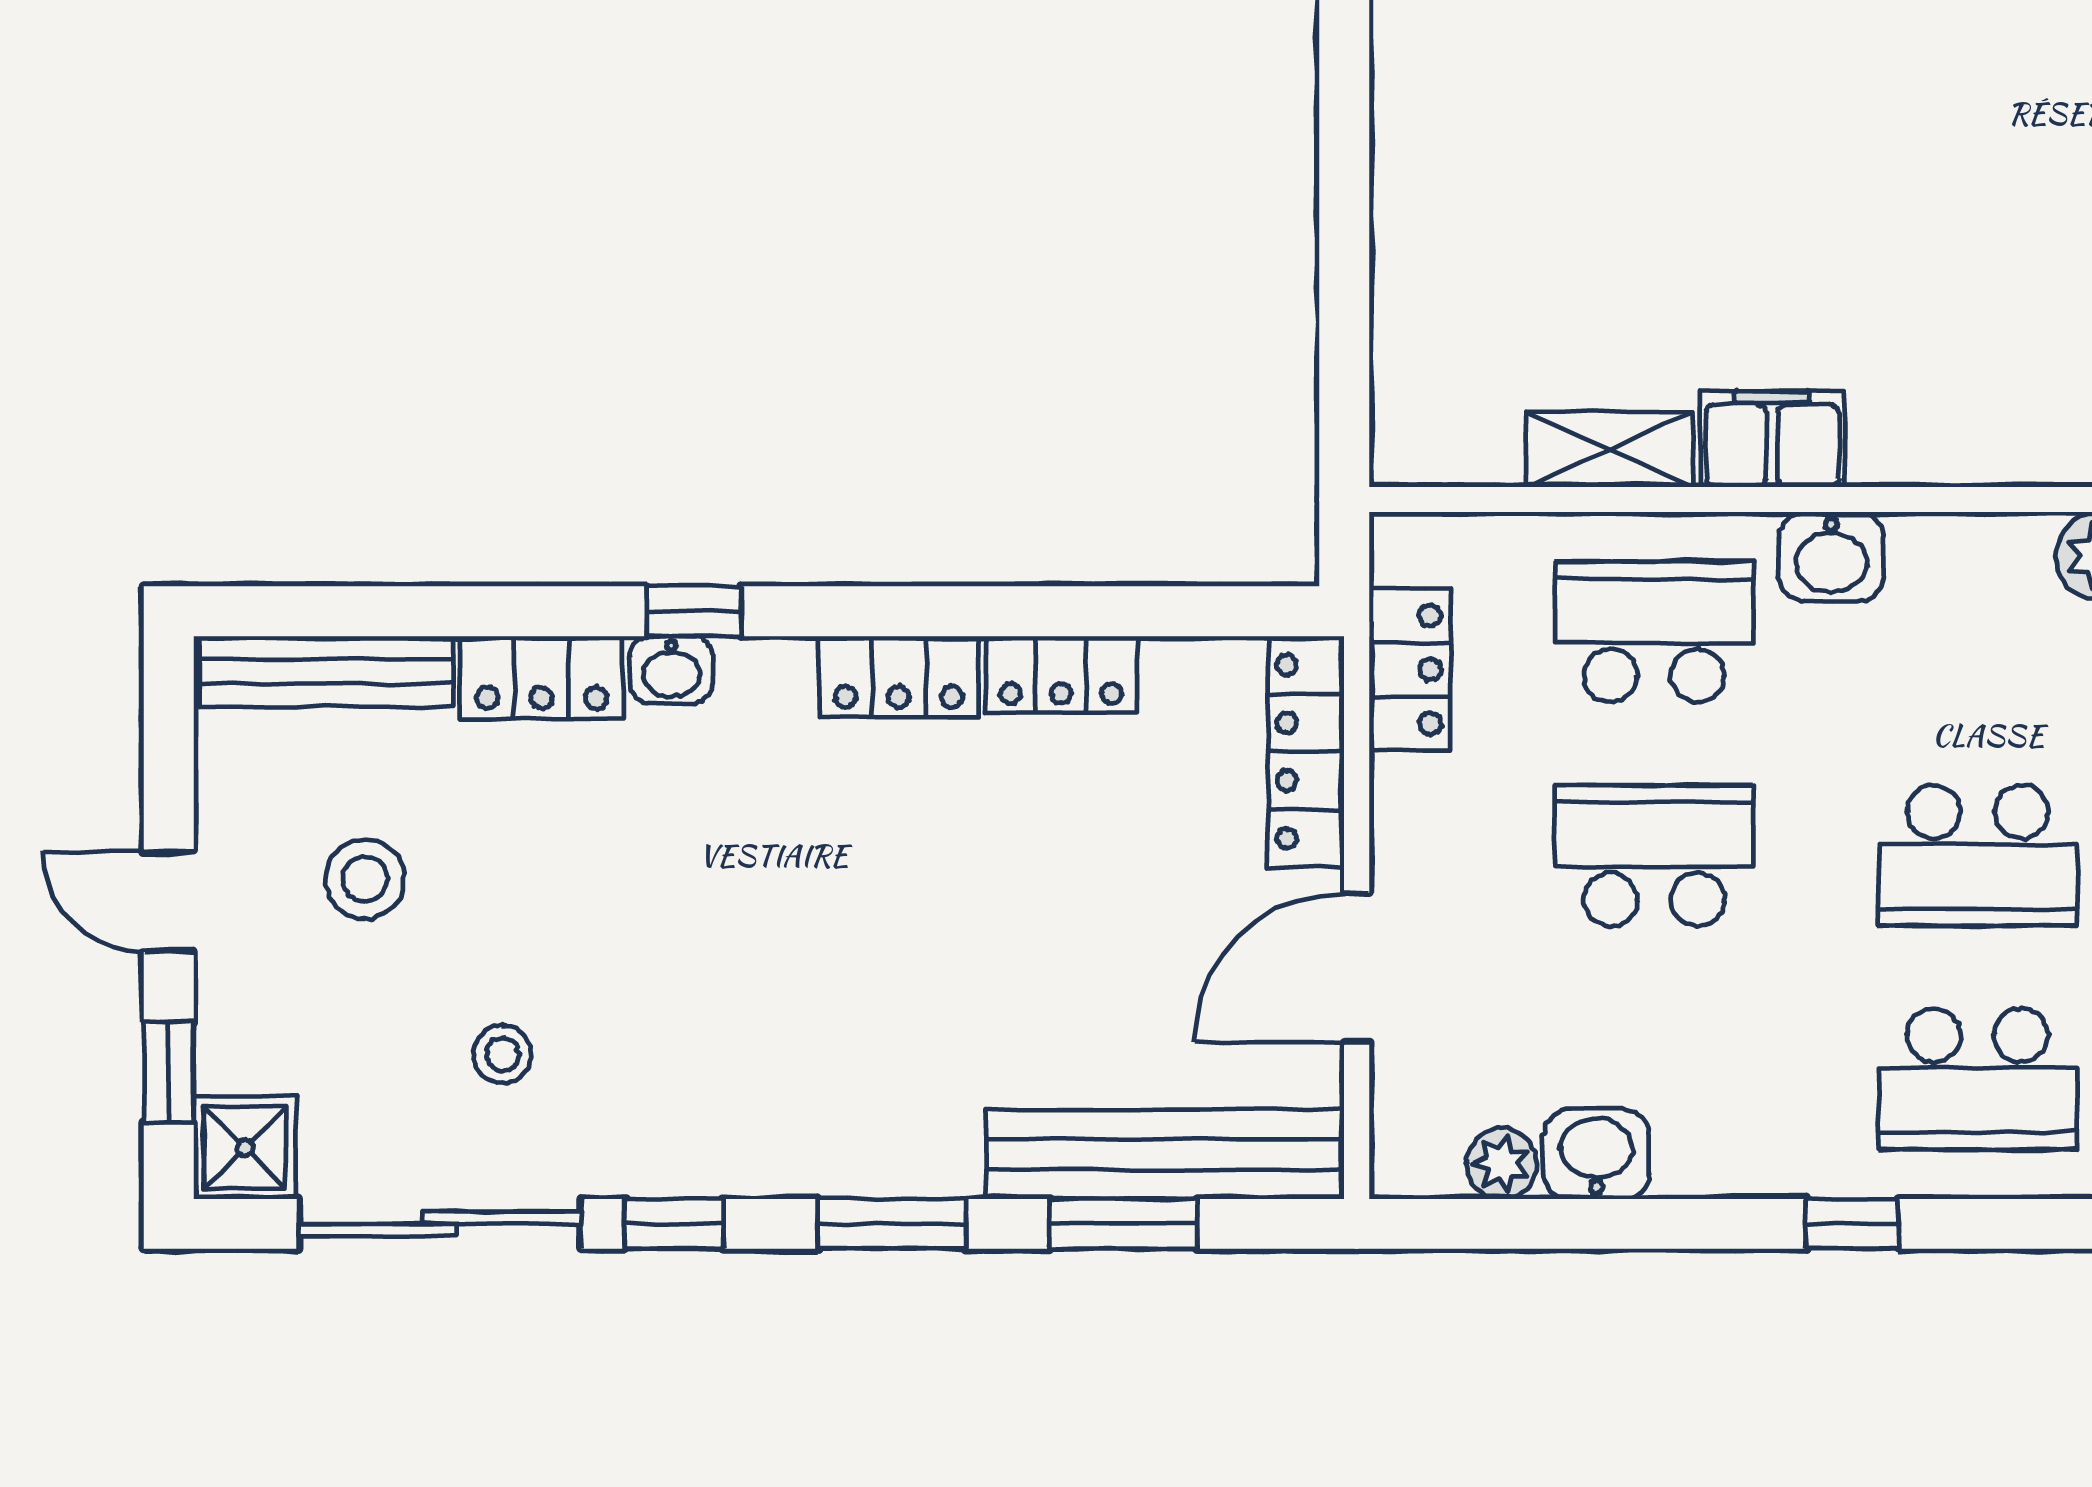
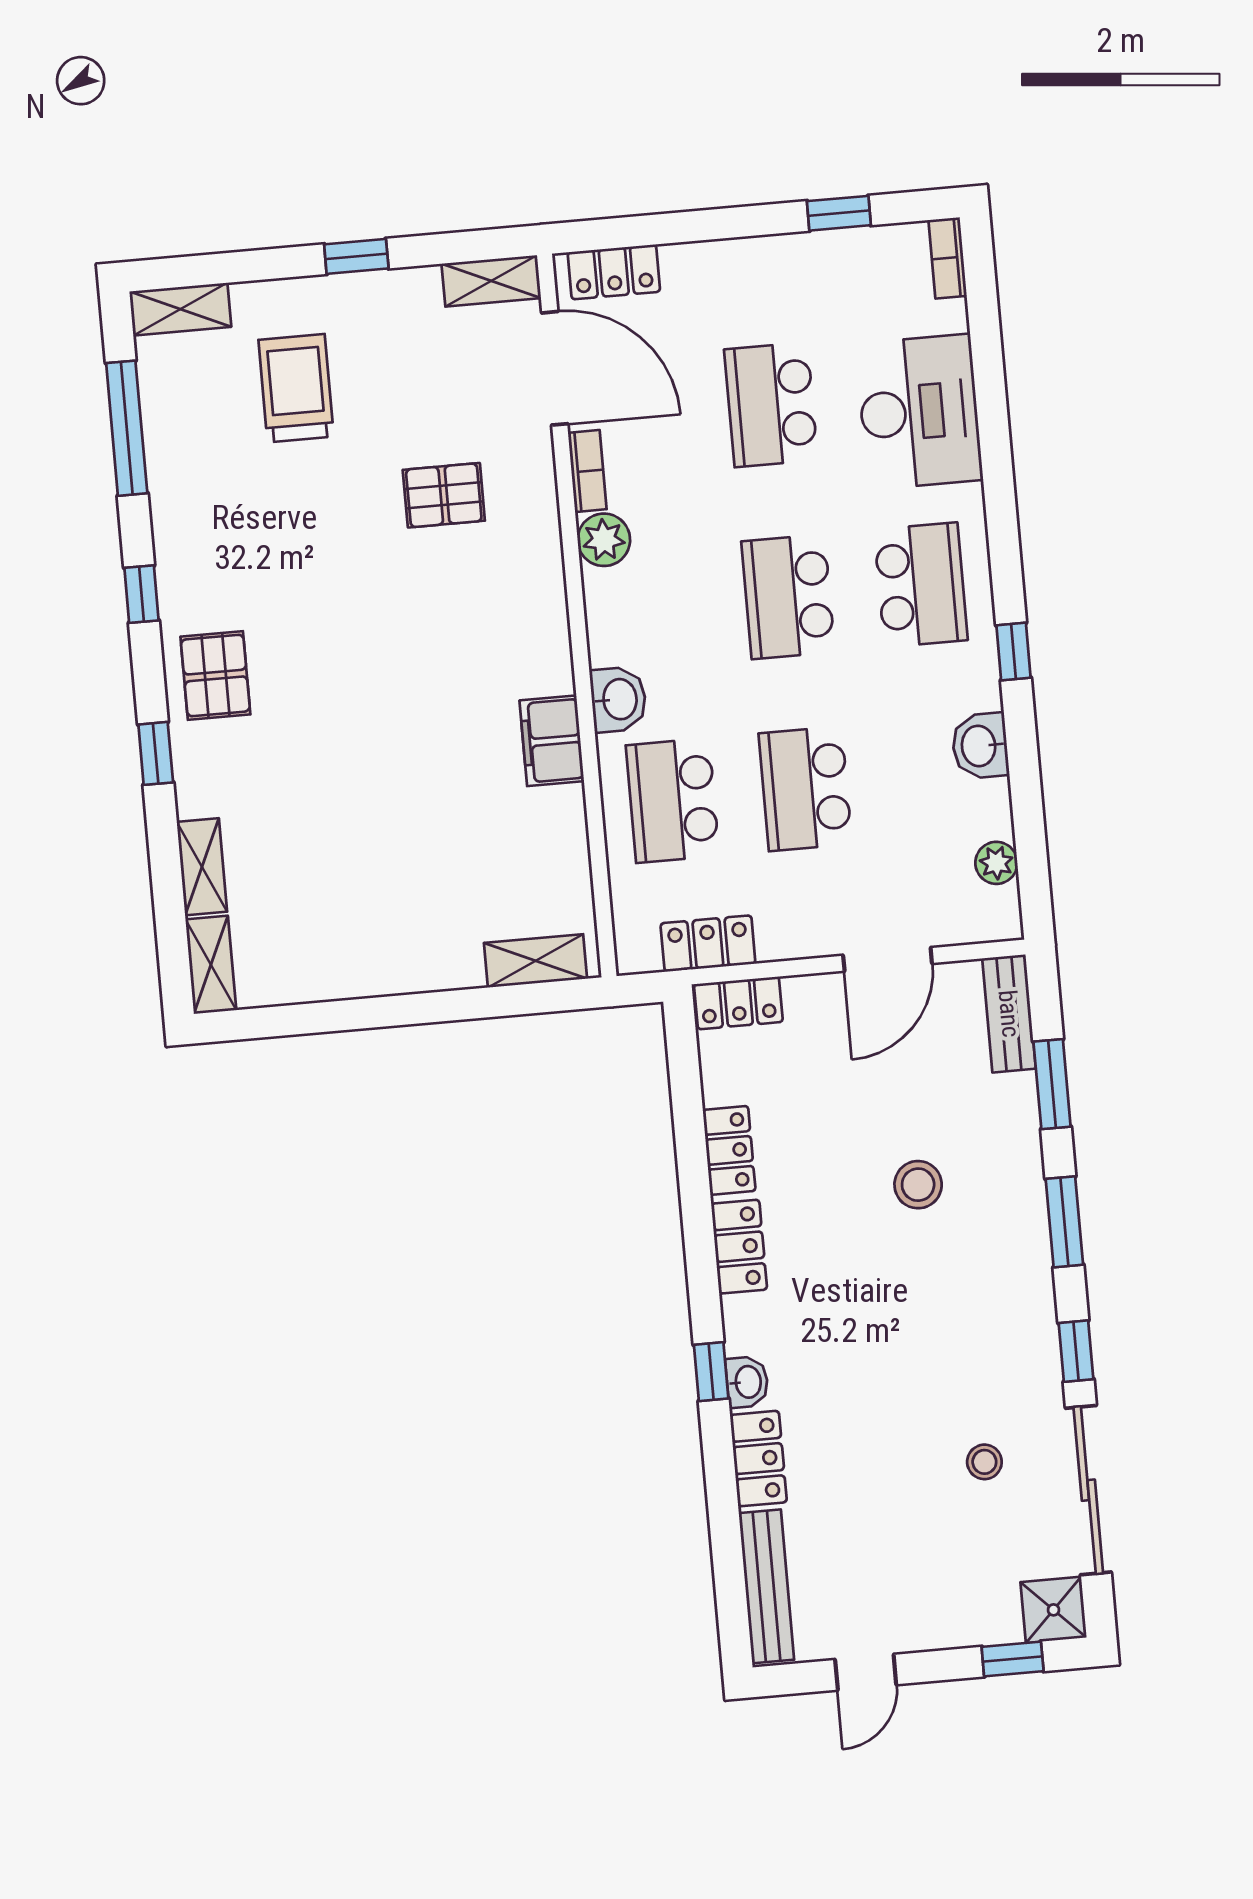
shelving: (1610, 449) -> (535, 961), moved, turned 90
locker: (1306, 752) -> (738, 1003), width x0.66
school desk: (1977, 855) -> (788, 597), turned 180
stool: (365, 879) -> (918, 1185), moved
door: (169, 902) -> (866, 1672), moved
door: (1357, 968) -> (888, 959), hinge flipped
bench: (1165, 1154) -> (1009, 1014), width x0.54, depth x0.82
washbasin: (1597, 1154) -> (980, 746), moved

